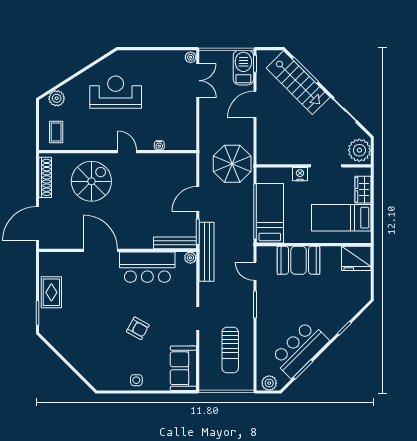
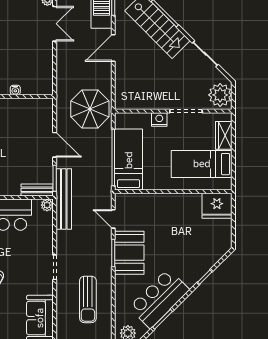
door: (198, 199) -> (55, 145), swing flipped
bench: (175, 243) -> (37, 190), width x0.73
booth: (299, 260) -> (129, 253), moved, turned 90

